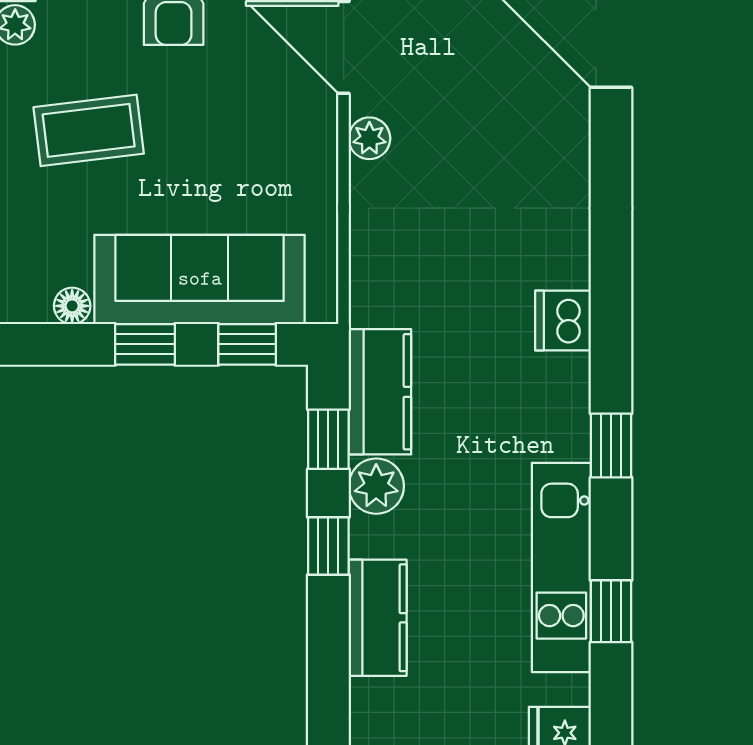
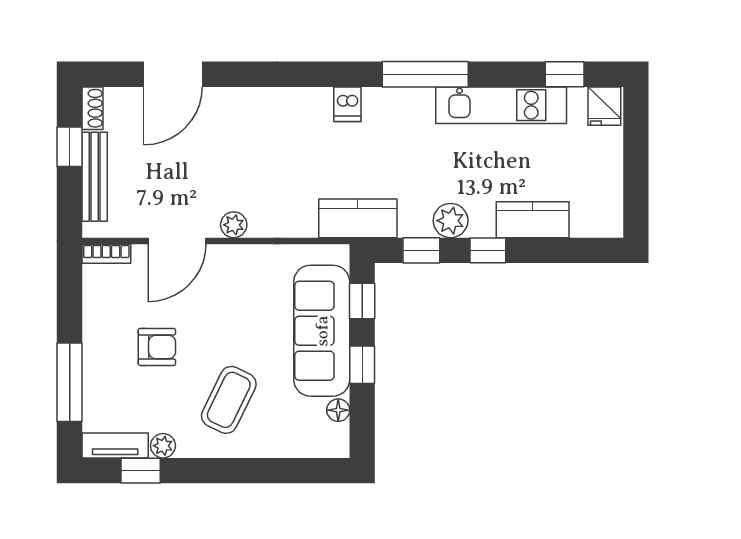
coffee table: (89, 130) -> (229, 400), turned 33
dishwasher: (563, 321) -> (347, 104), width x0.73
kitchen counter: (380, 392) -> (358, 218), moved
window: (611, 446) -> (425, 74), width x2.17
window: (611, 611) -> (565, 74), moved

